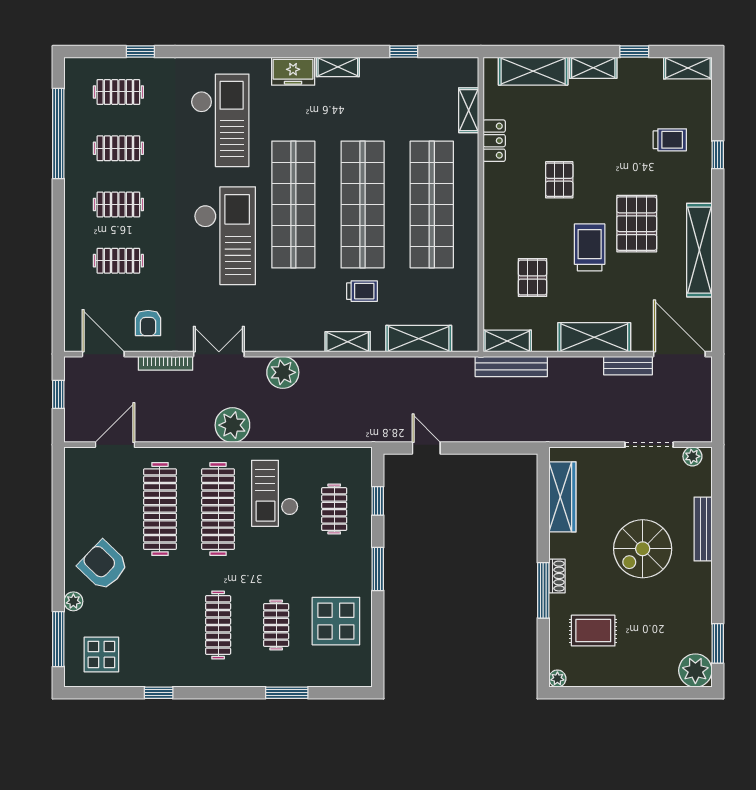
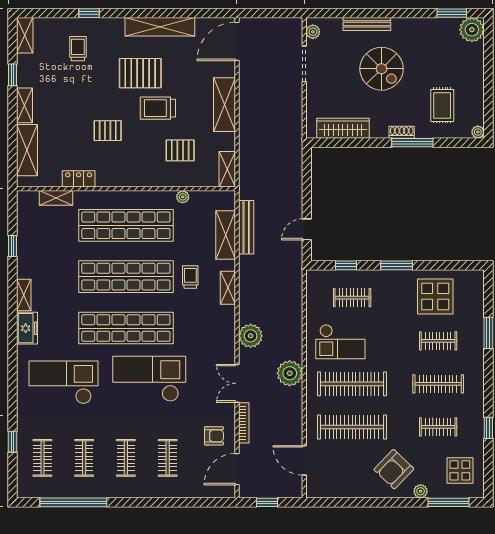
plant: (470, 281) -> (183, 197), added
bench: (511, 366) -> (246, 227), moved
bench: (628, 366) -> (246, 80), removed
clothes rail: (160, 625) -> (438, 427), added

